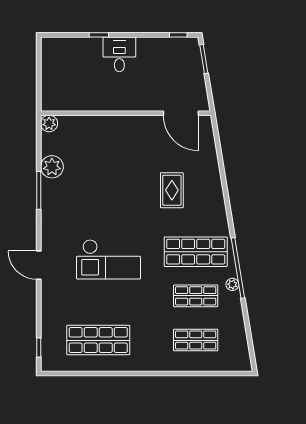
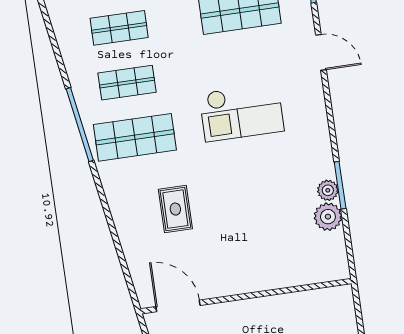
plant: (49, 123) -> (328, 190), moved
checkout: (108, 259) -> (241, 112), turned 180
door: (39, 265) -> (321, 52), moved
plant: (232, 284) -> (84, 103), removed

